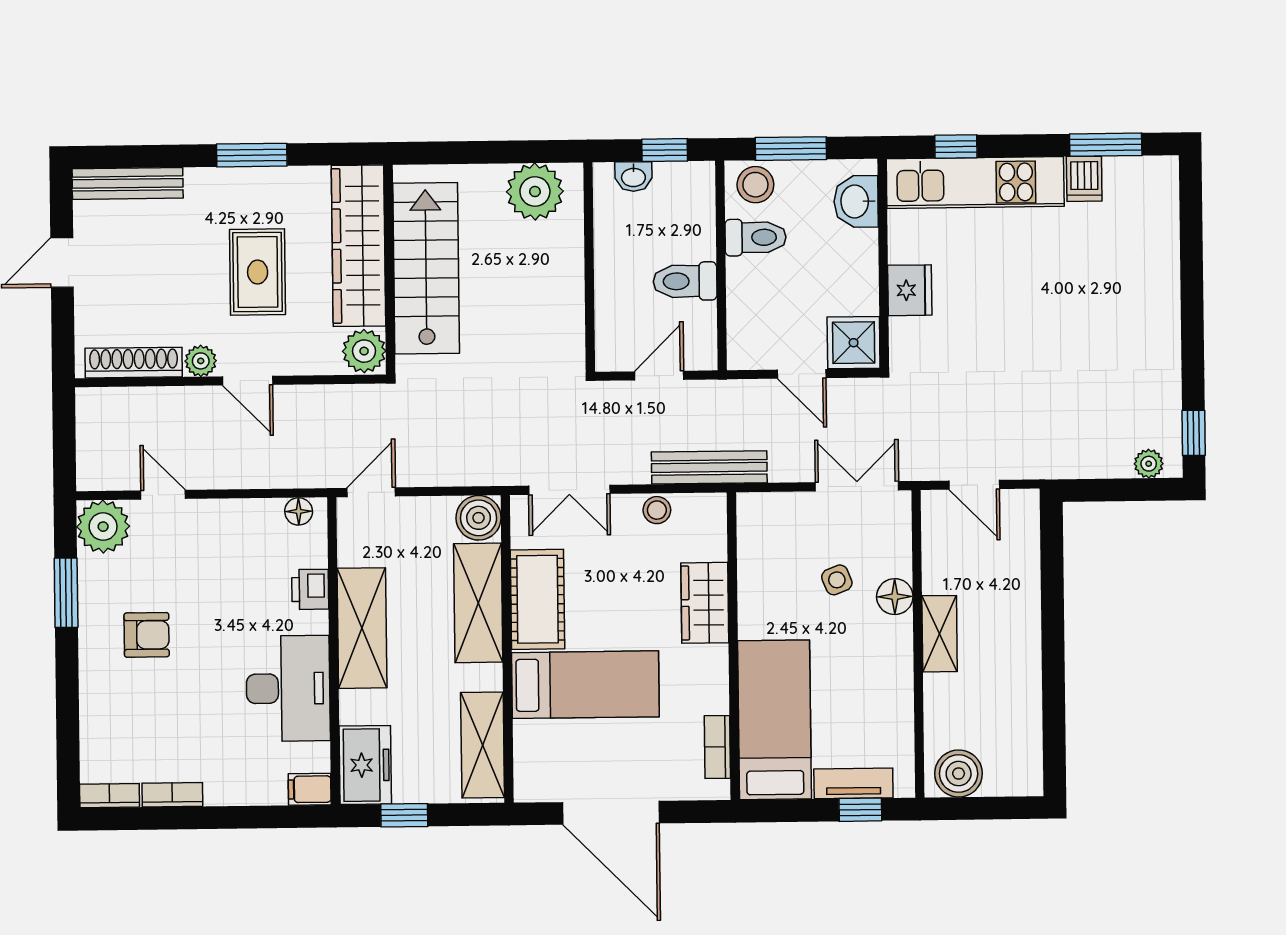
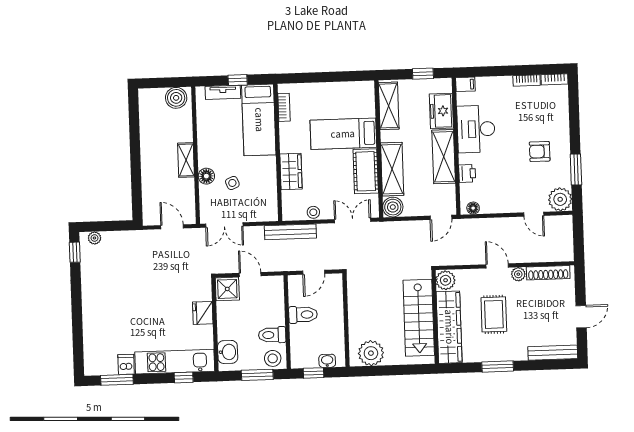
freezer: (365, 765) -> (441, 111), moved
window: (860, 810) -> (238, 80), moved
door: (611, 813) -> (331, 77), removed

